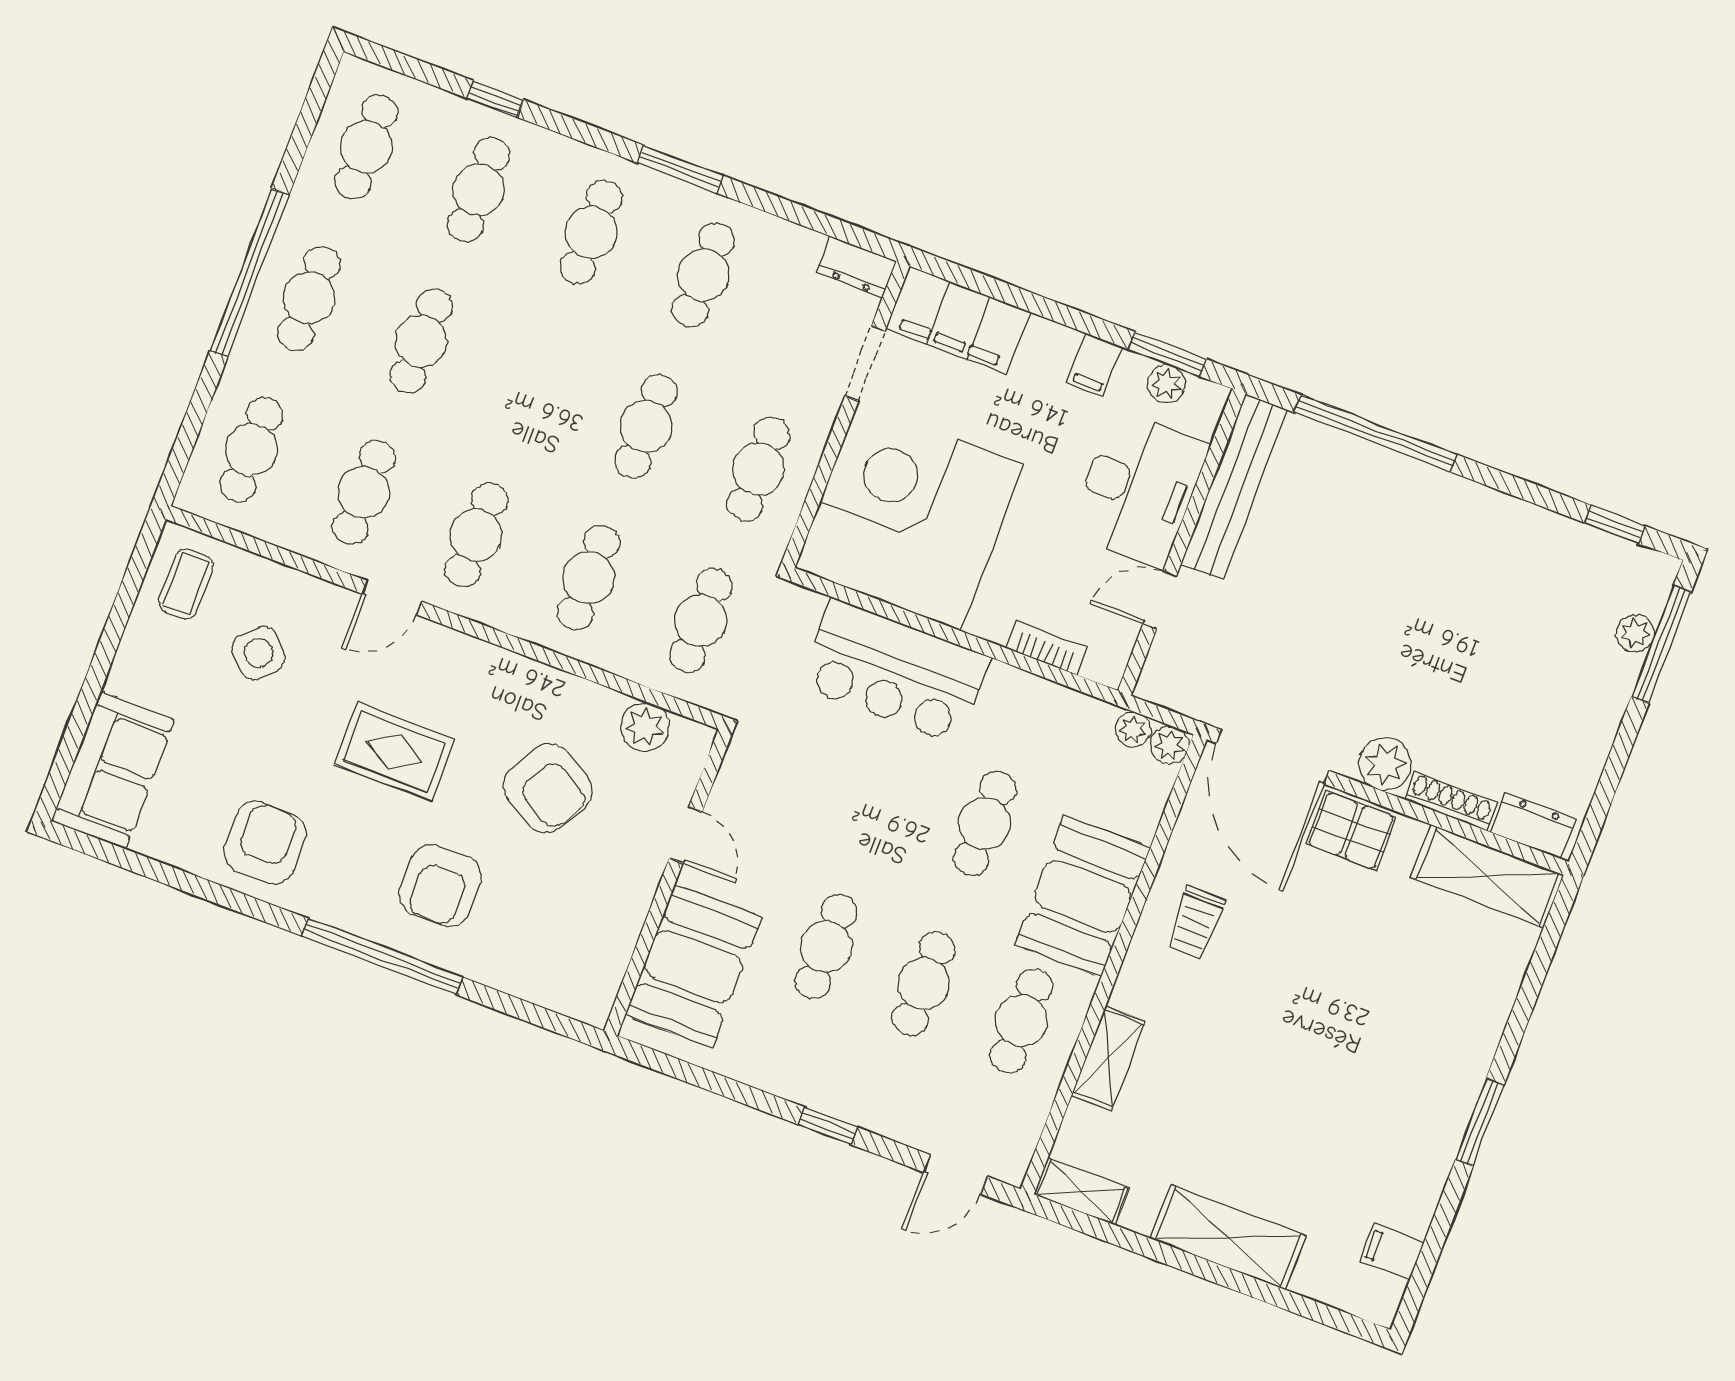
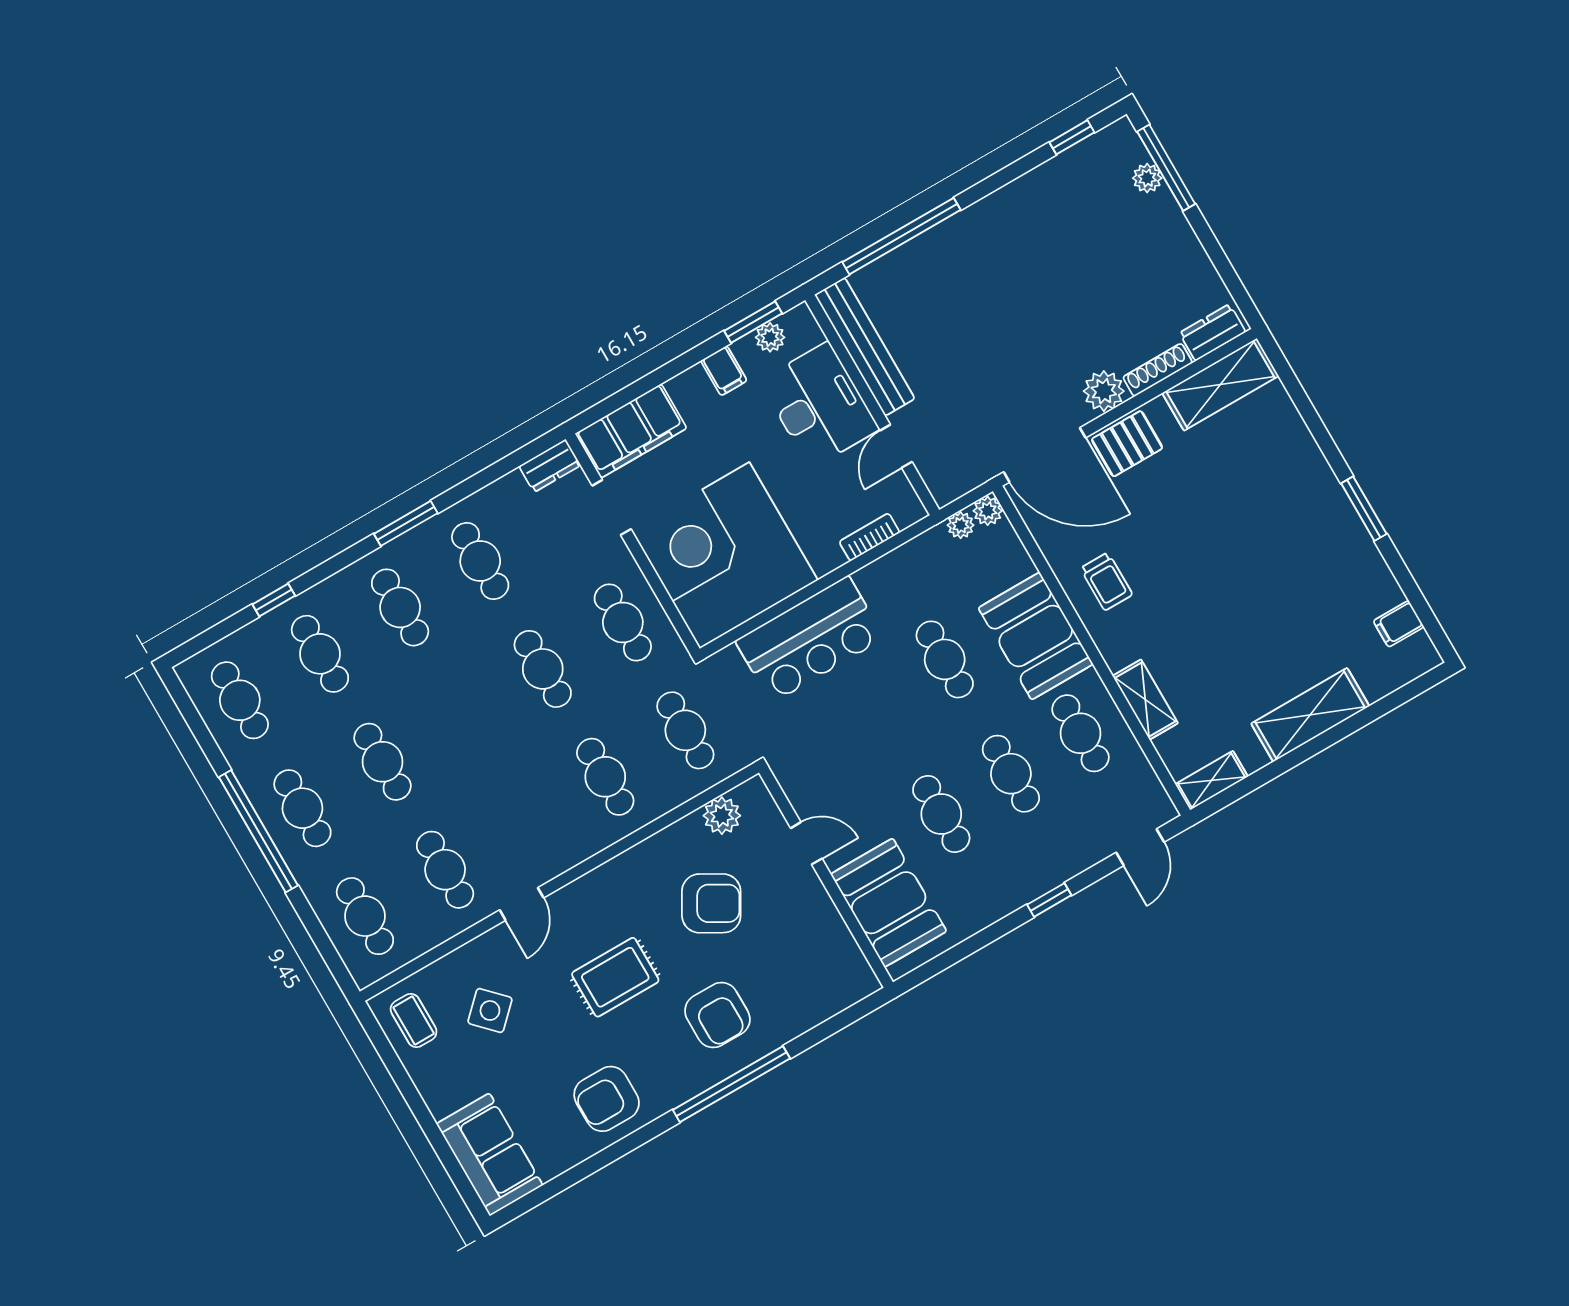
cafe table: (476, 535) -> (525, 823), removed
armchair: (265, 843) -> (607, 1099), turned -90

